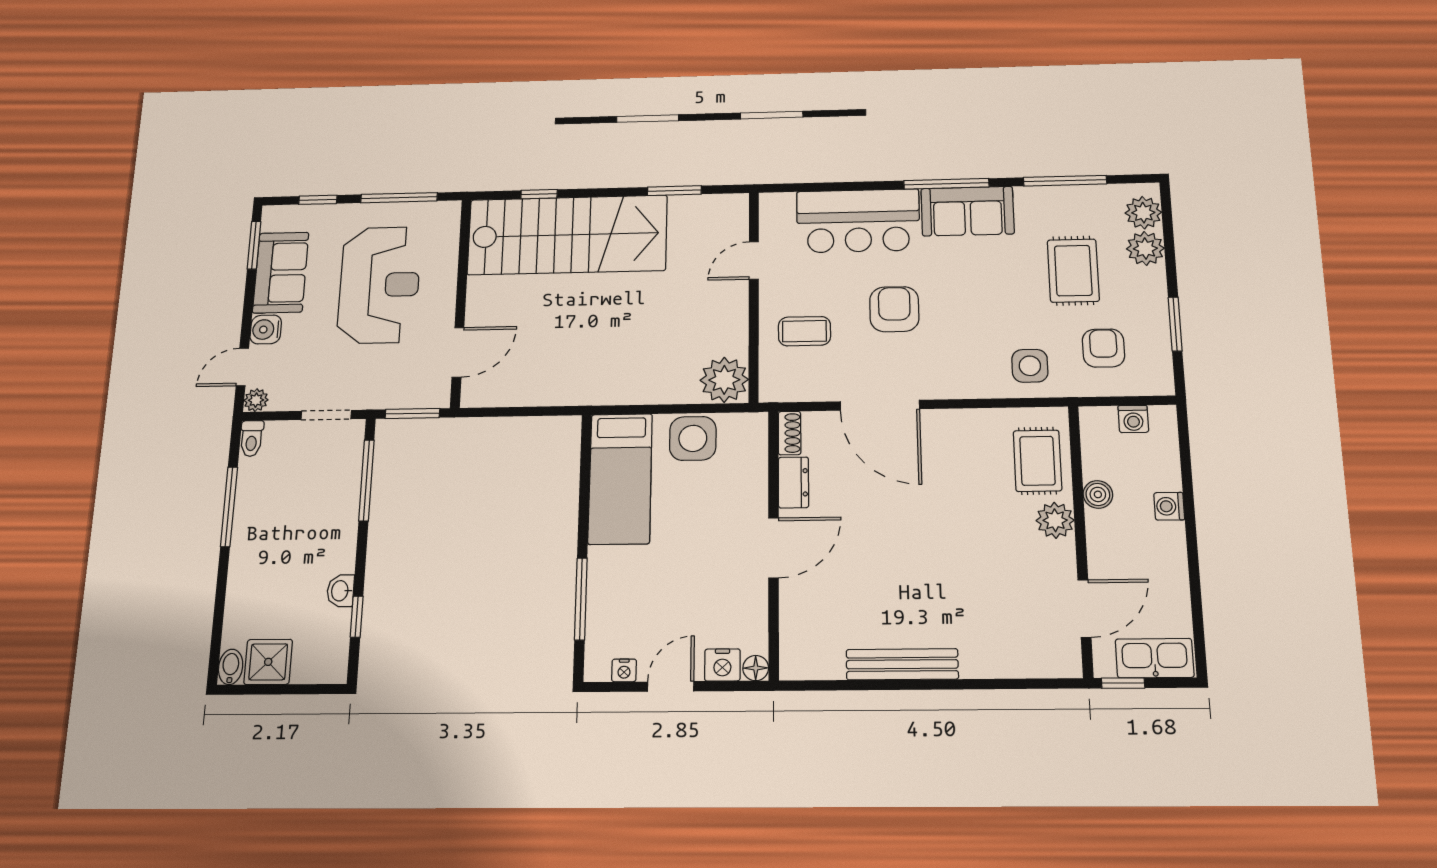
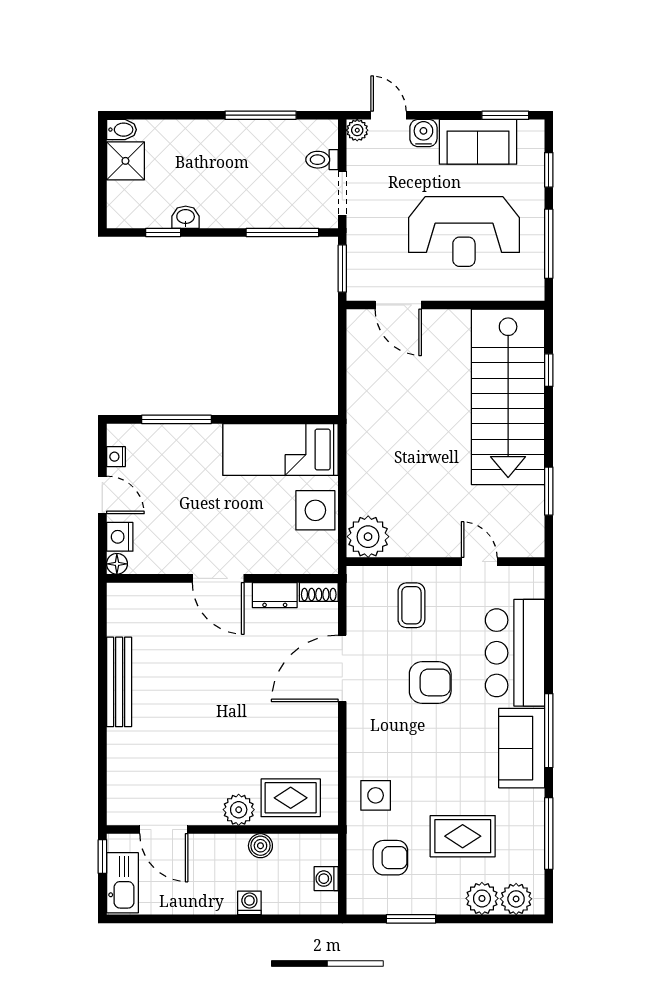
toilet: (252, 438) -> (322, 160), moved

